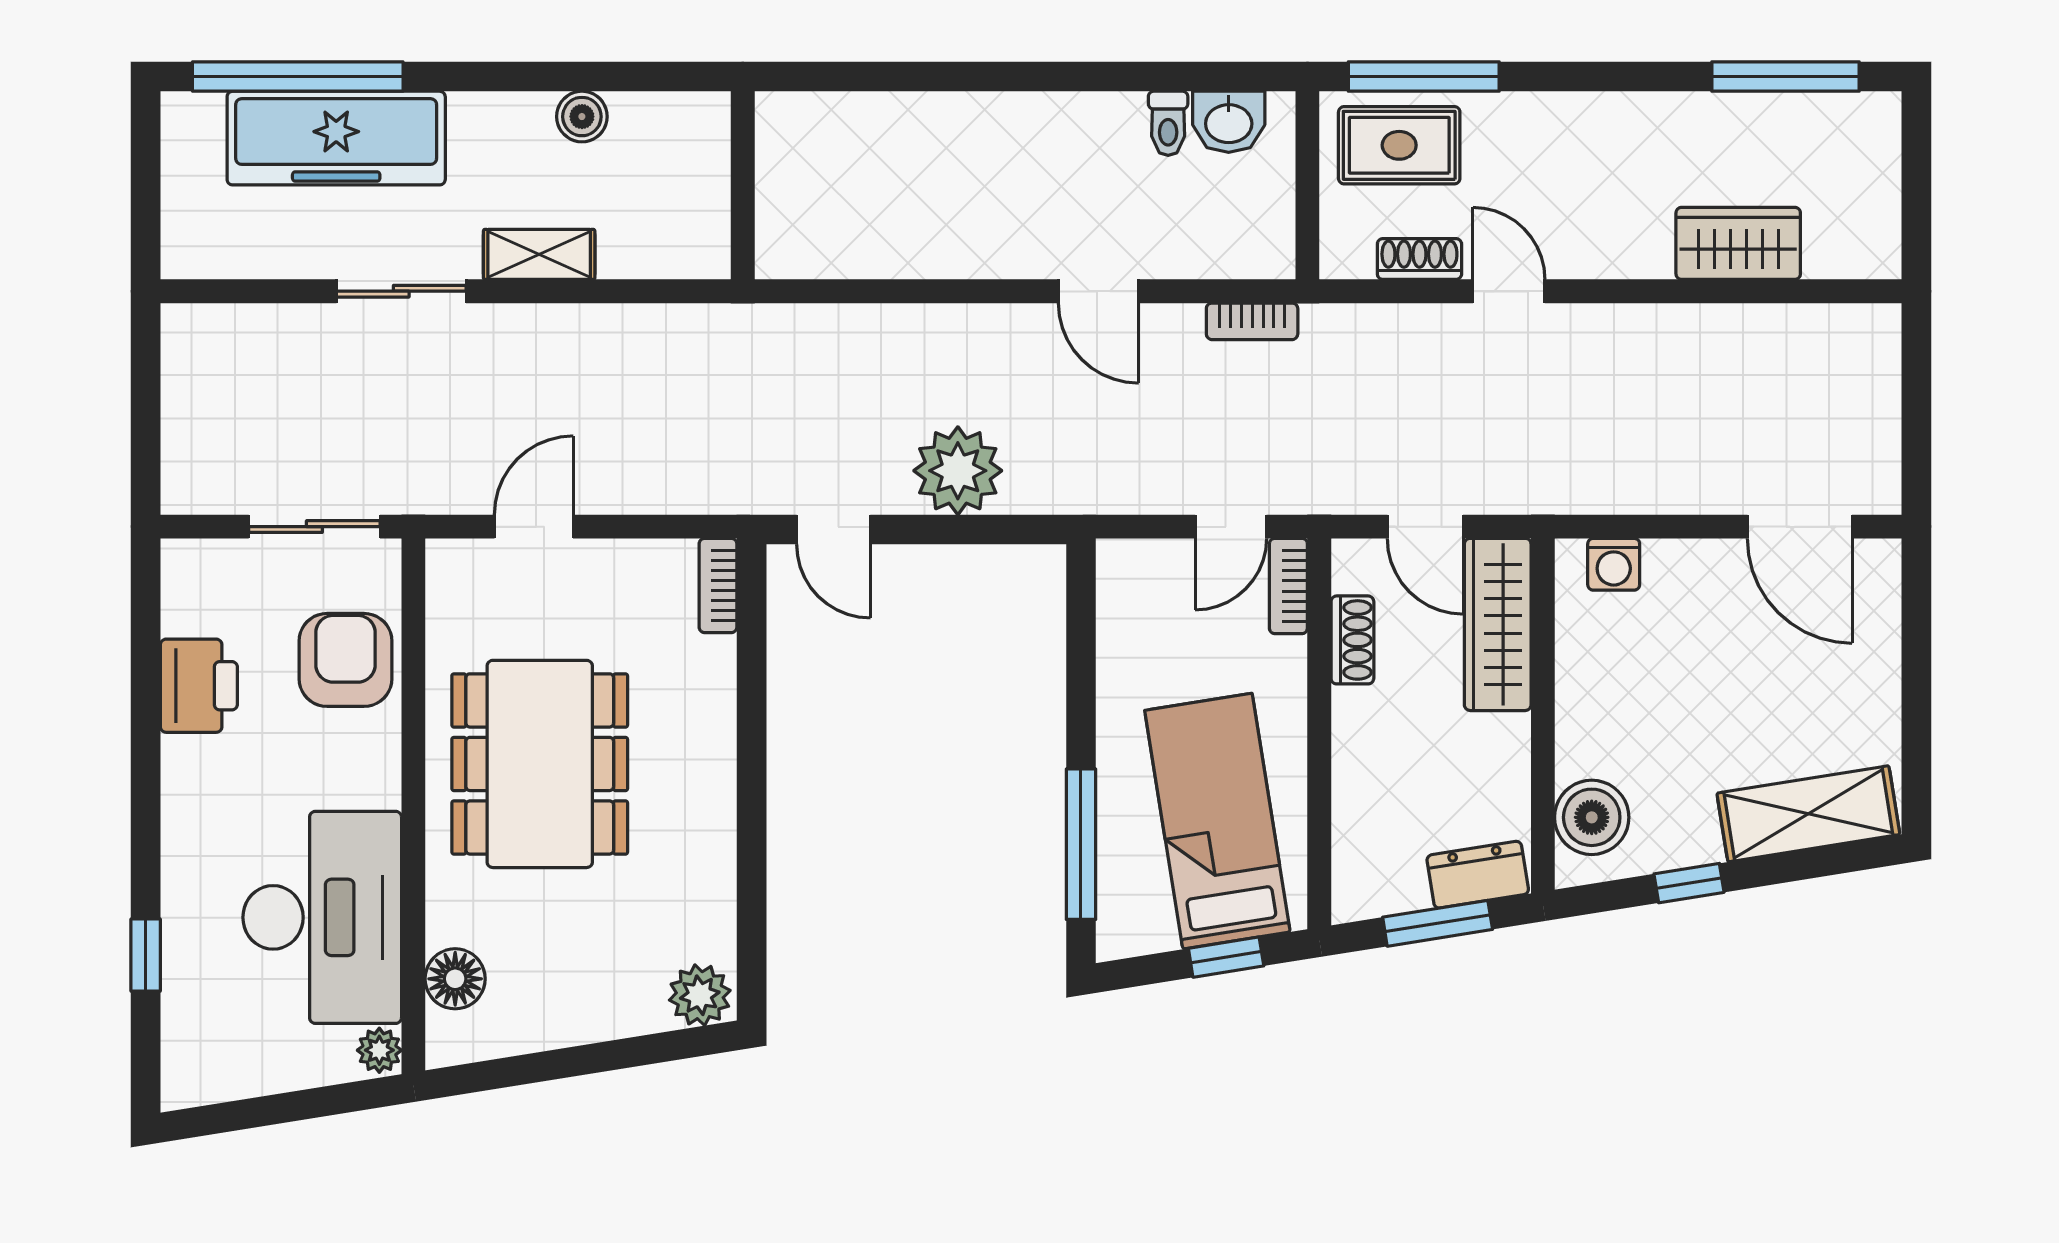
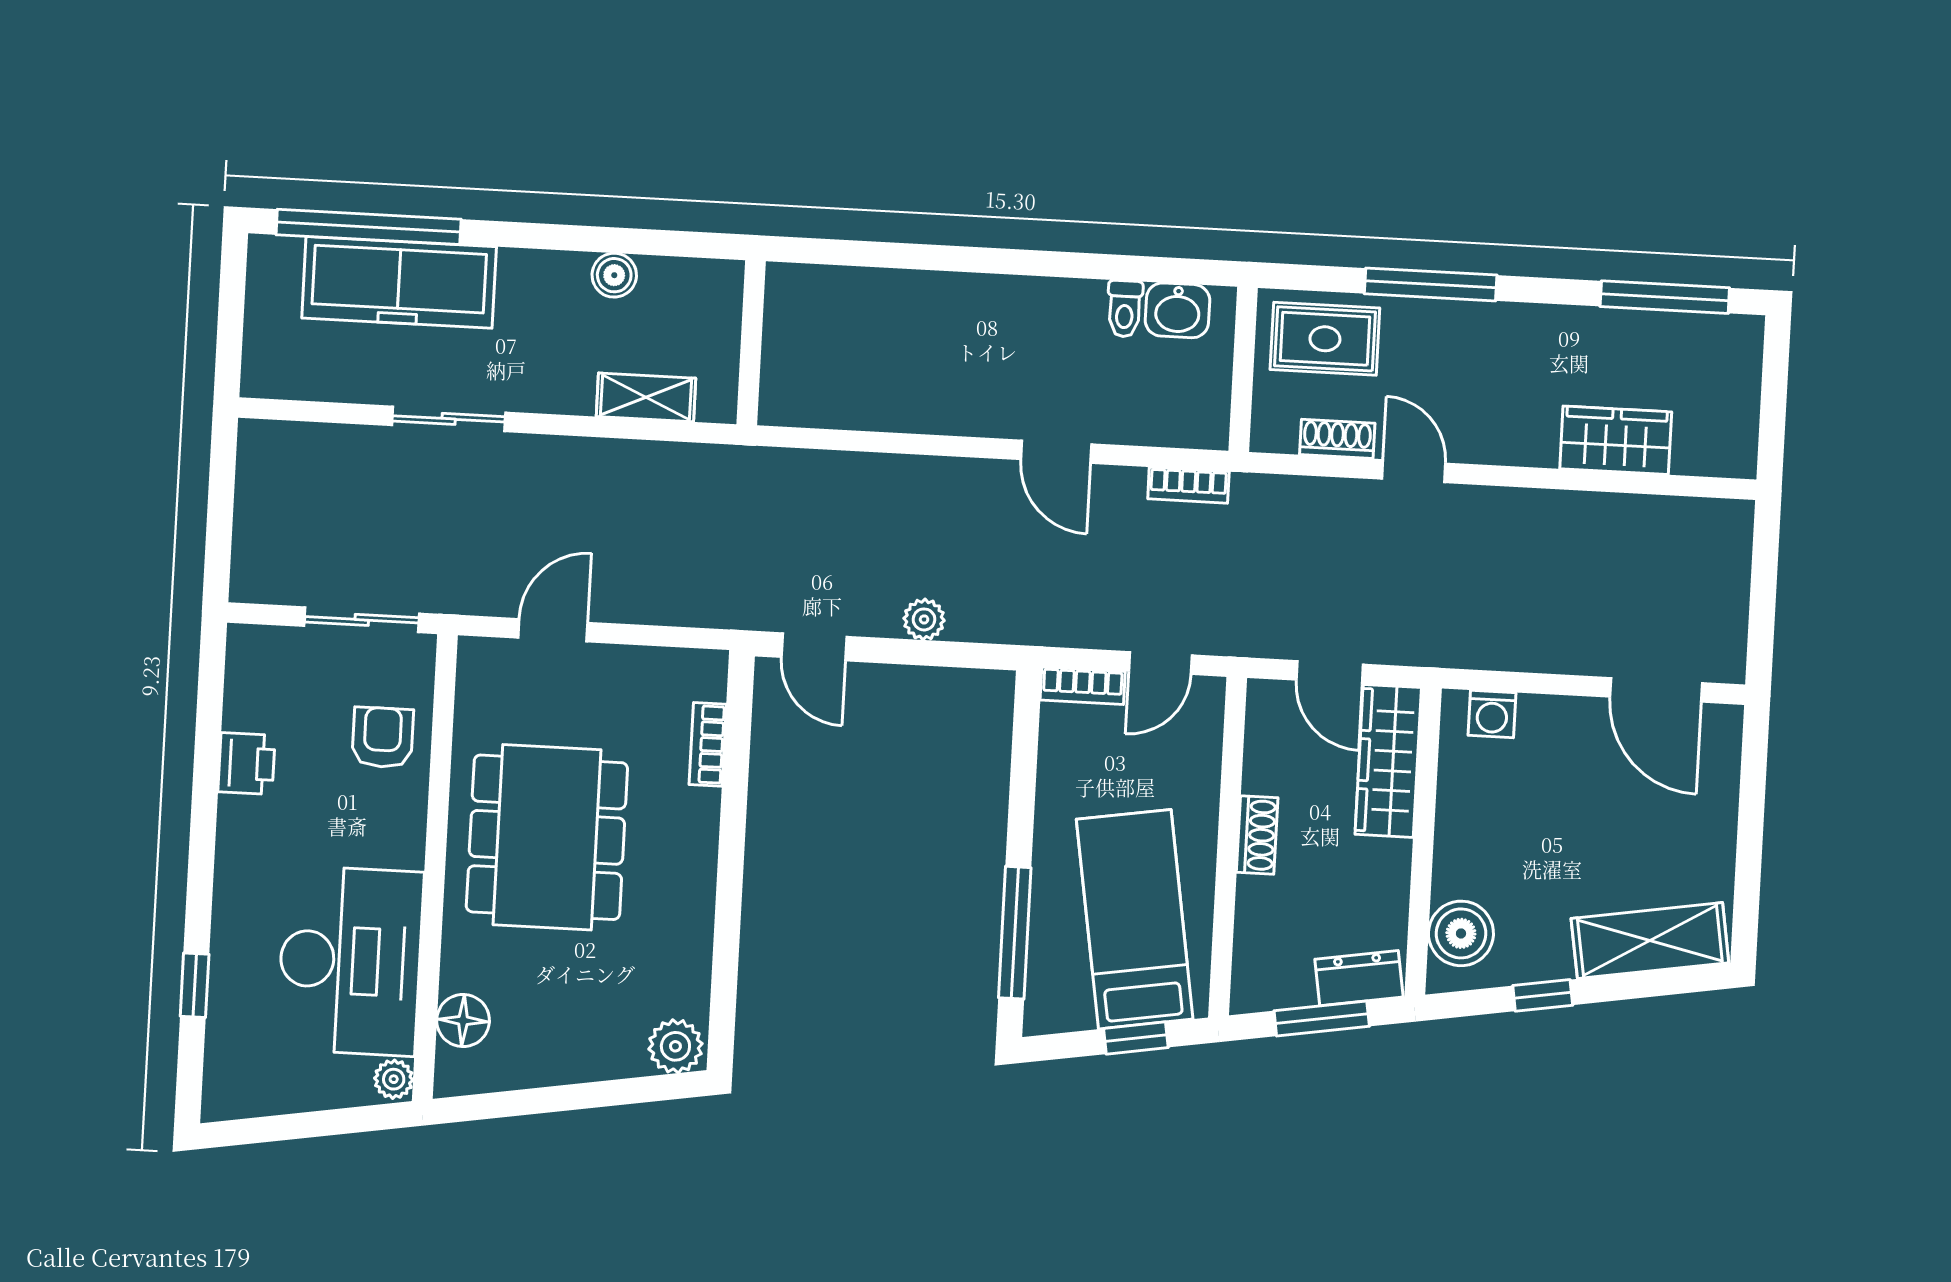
window: (1424, 77) -> (1431, 284), moved
shelving: (539, 254) -> (646, 397), moved
plant: (958, 471) -> (924, 619), width x0.53, depth x0.53
bookcase: (718, 585) -> (708, 744), moved
bookcase: (1288, 586) -> (1083, 686), moved, turned -90
shoe rack: (1352, 640) -> (1257, 835), moved
armchair: (345, 660) -> (383, 737), width x0.72, depth x0.72
printer: (199, 686) -> (247, 764), width x0.73, depth x0.81

